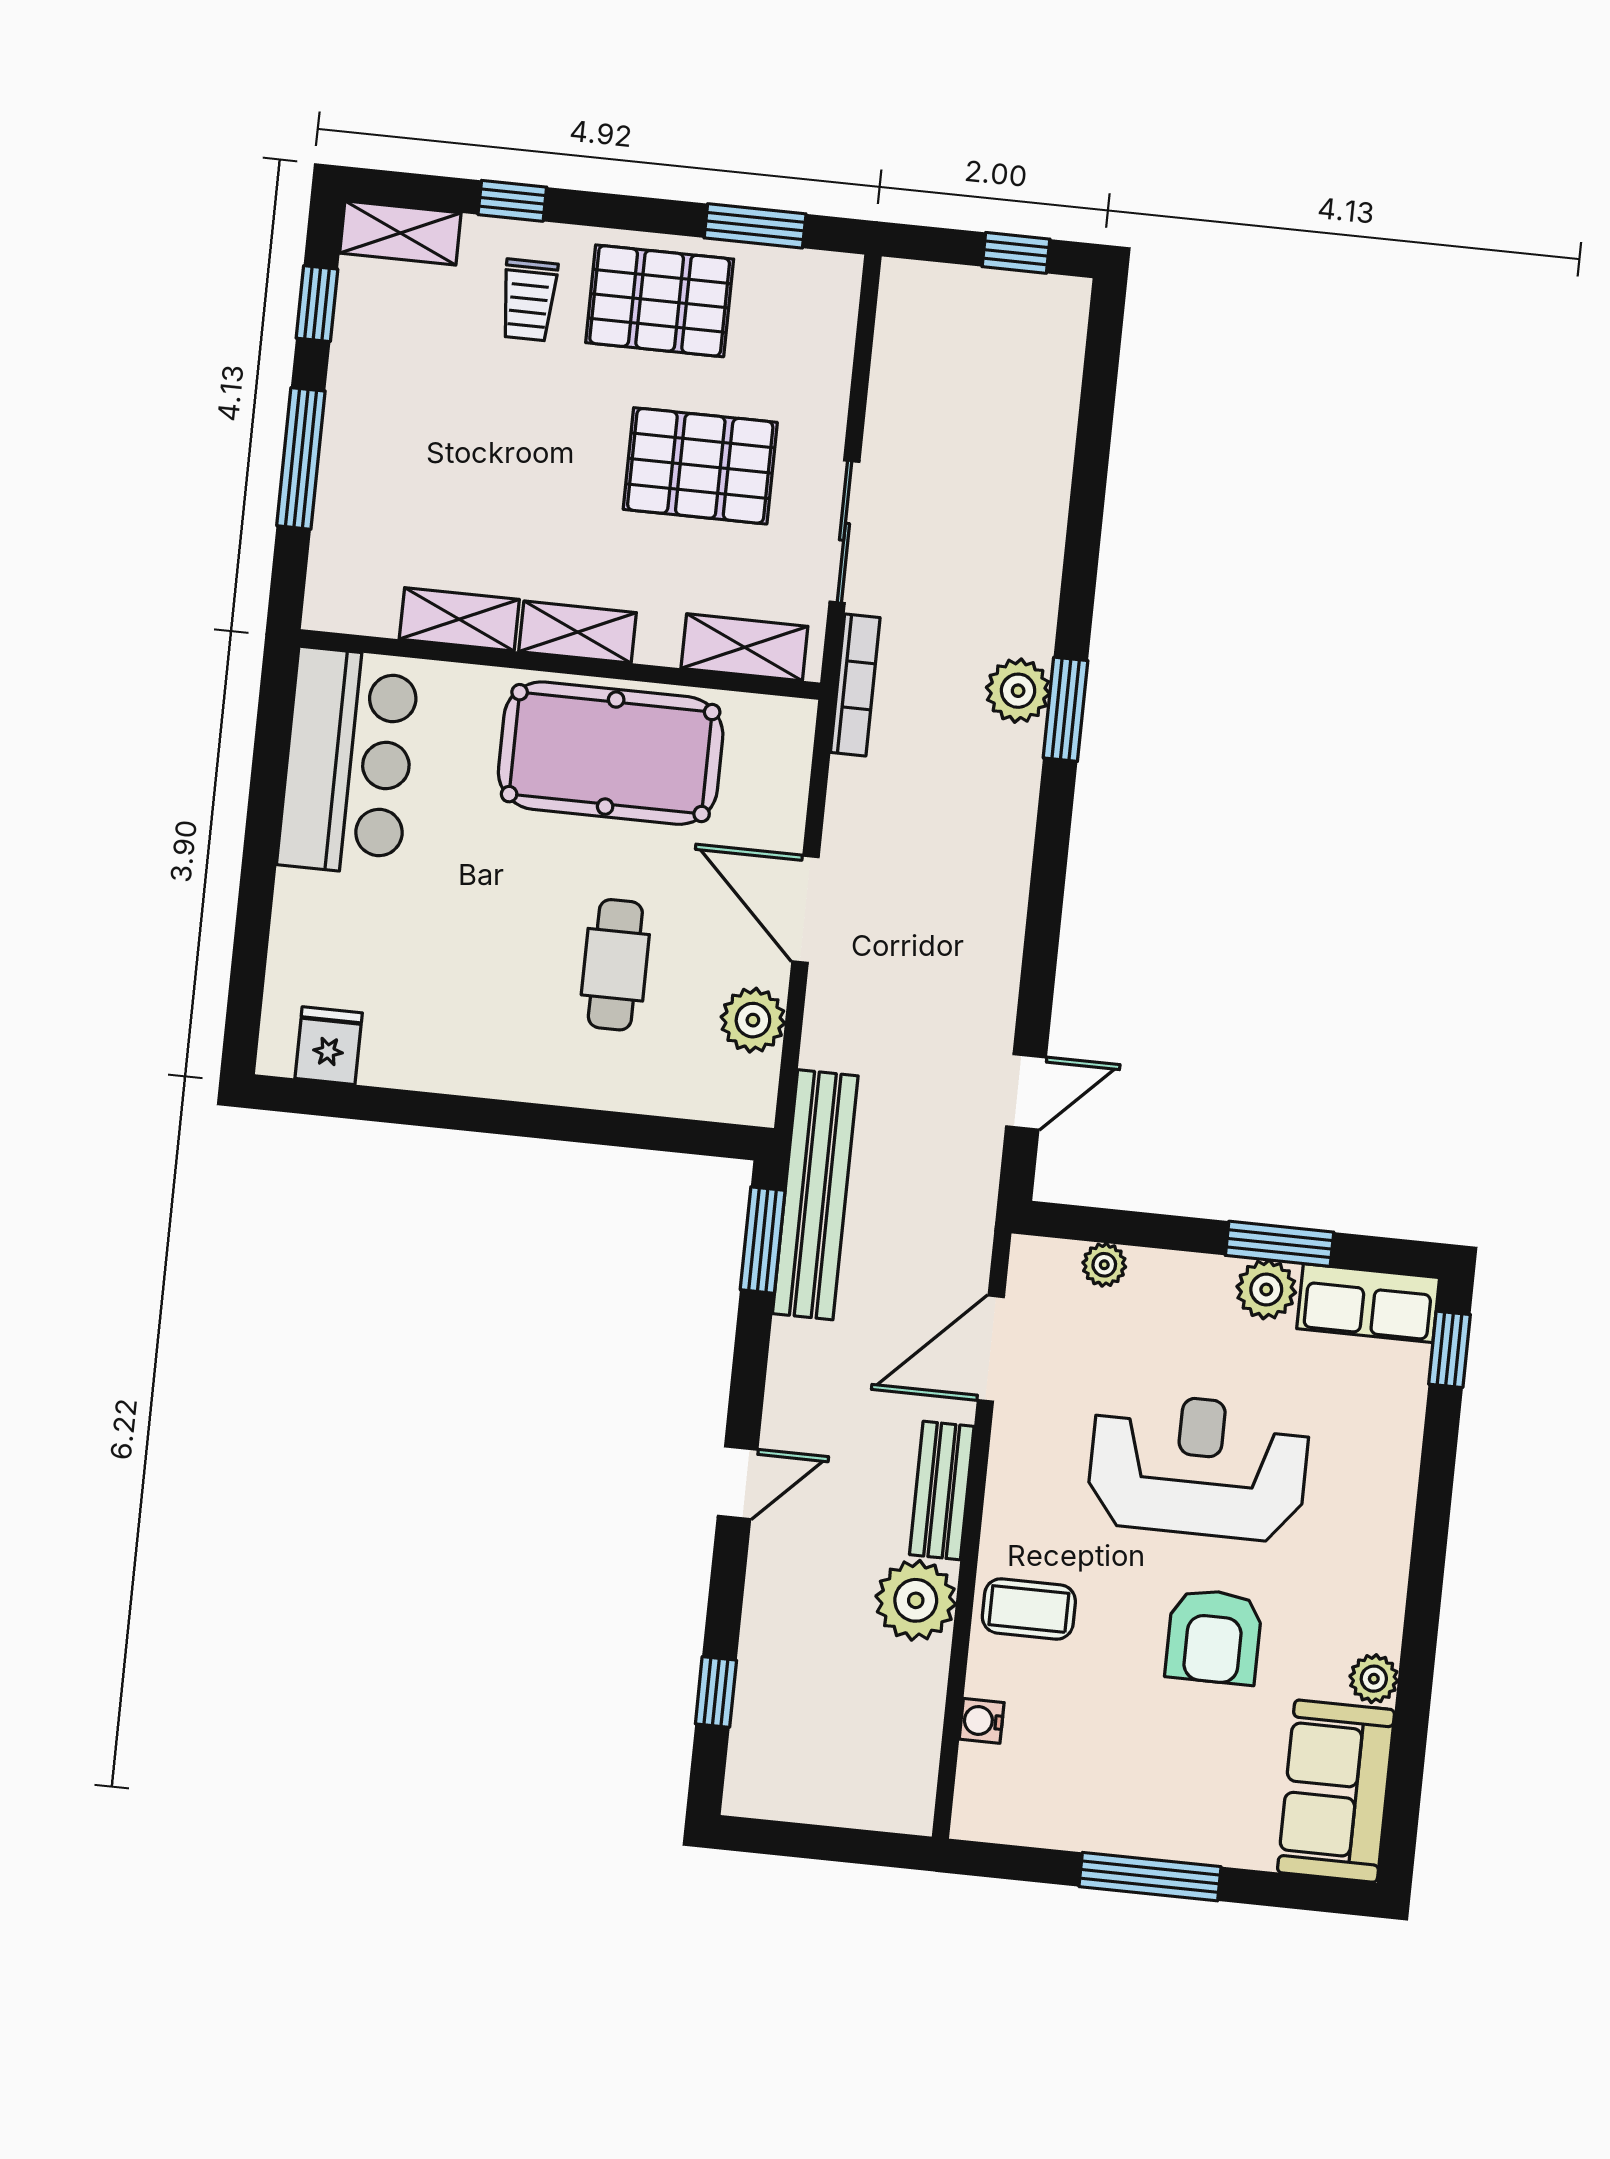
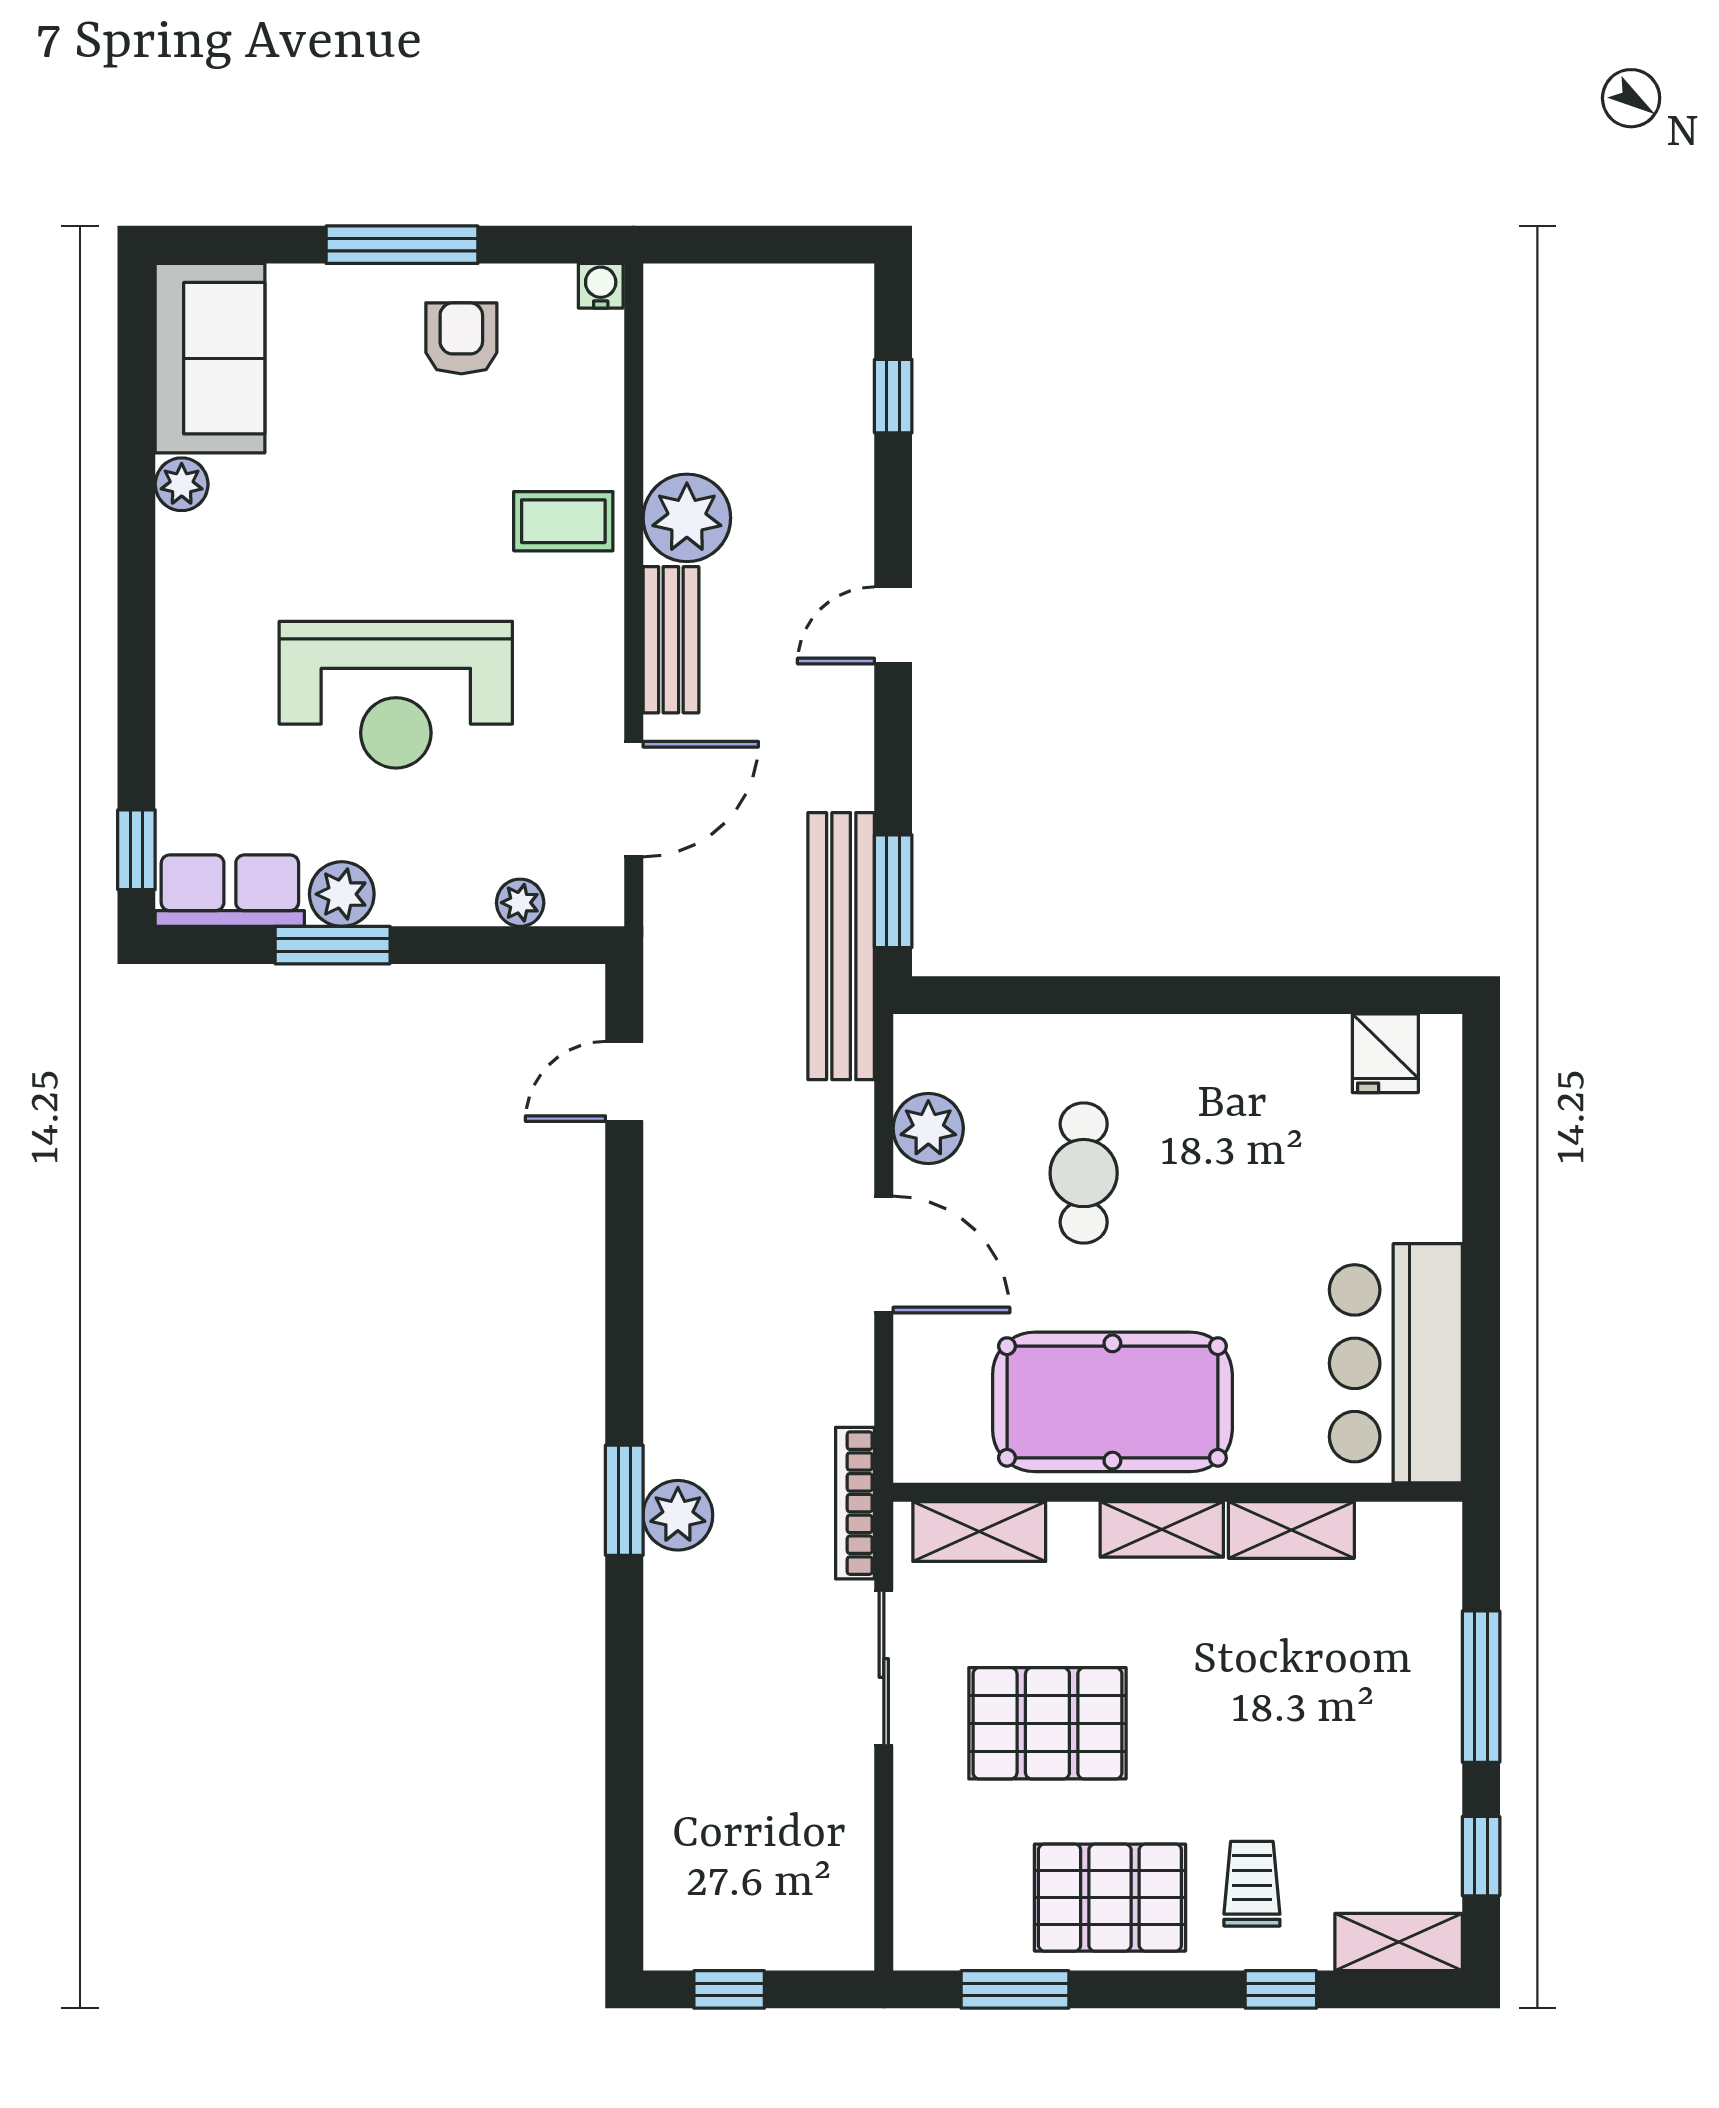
armchair: (1214, 1636) -> (461, 338), moved, width x0.72, depth x0.72
water cooler: (982, 1721) -> (601, 286), moved, turned -90

